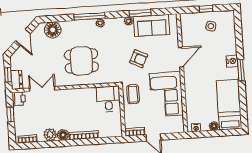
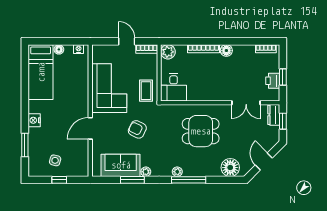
window: (241, 70) -> (25, 145), moved
printer: (19, 99) -> (273, 81), moved
plant: (50, 135) -> (168, 52), moved

